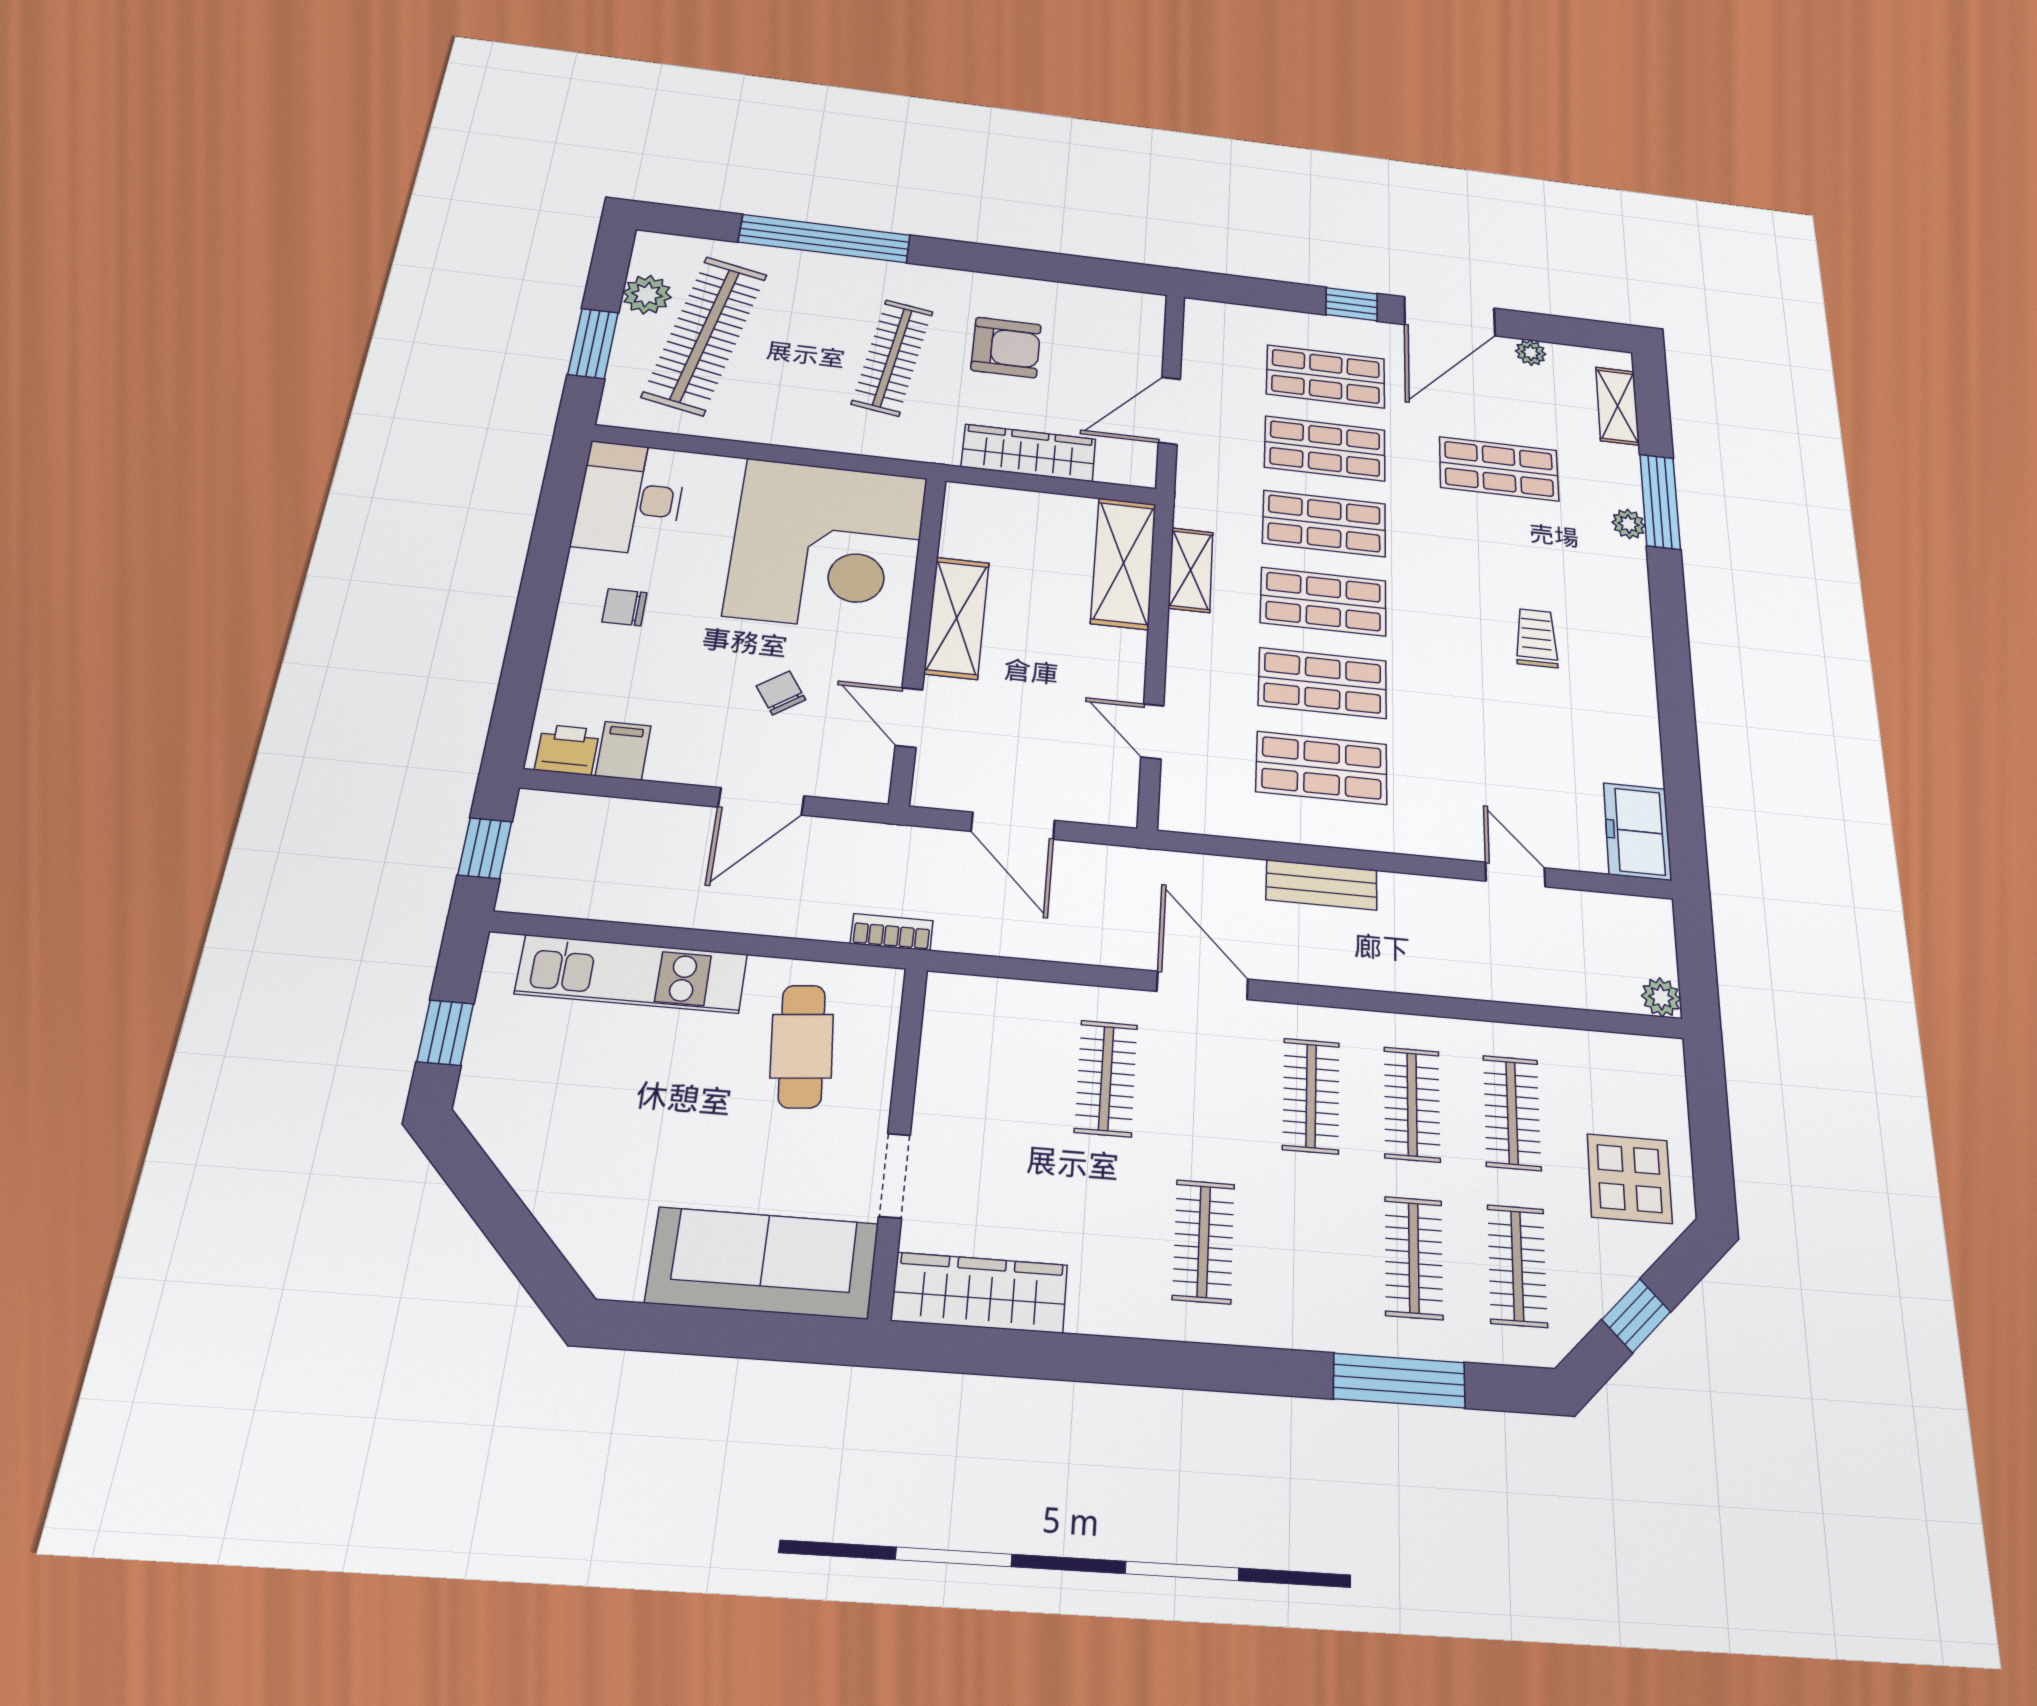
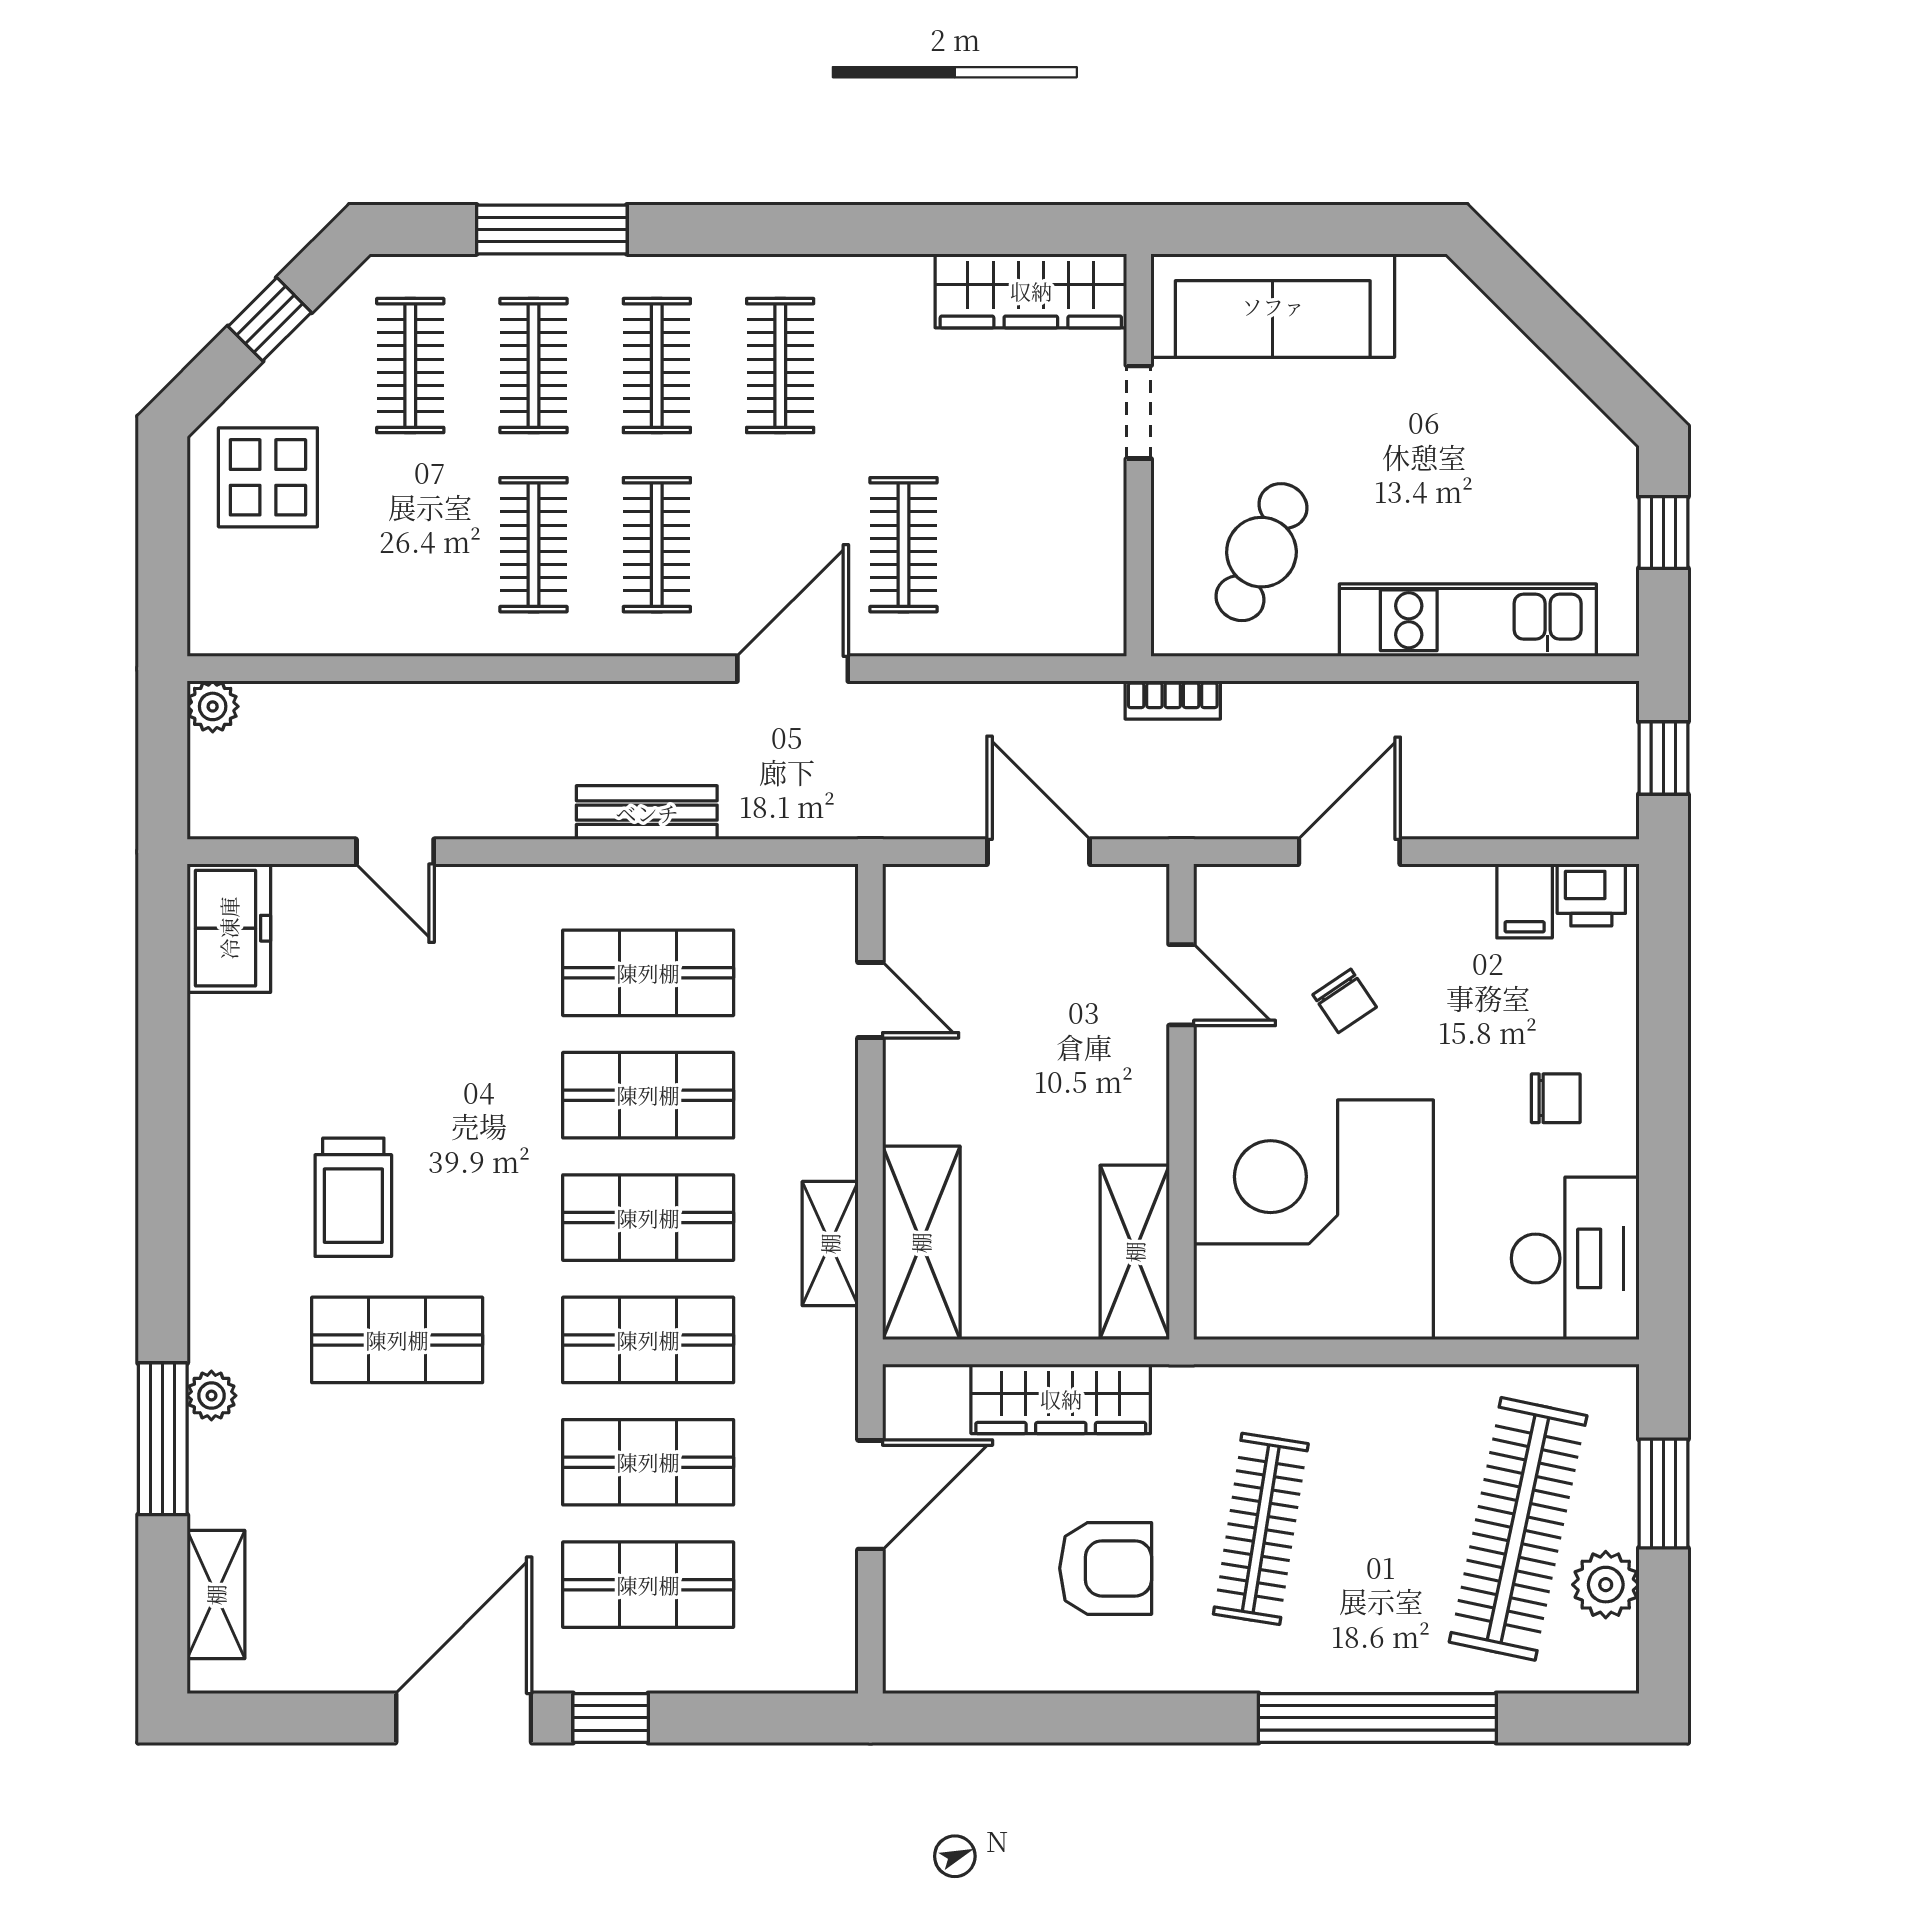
armchair: (1006, 347) -> (1106, 1568), turned 180
plant: (1531, 353) -> (343, 1671), removed
shop shelf: (1499, 469) -> (397, 1340), moved
shelving: (957, 618) -> (1135, 1252), moved
trolley: (1536, 638) -> (353, 1197), width x1.36, depth x1.39
door: (1203, 985) -> (793, 669), swing flipped
cafe table: (802, 1046) -> (1261, 552), turned 30
clothes rail: (1512, 1113) -> (657, 366), moved

